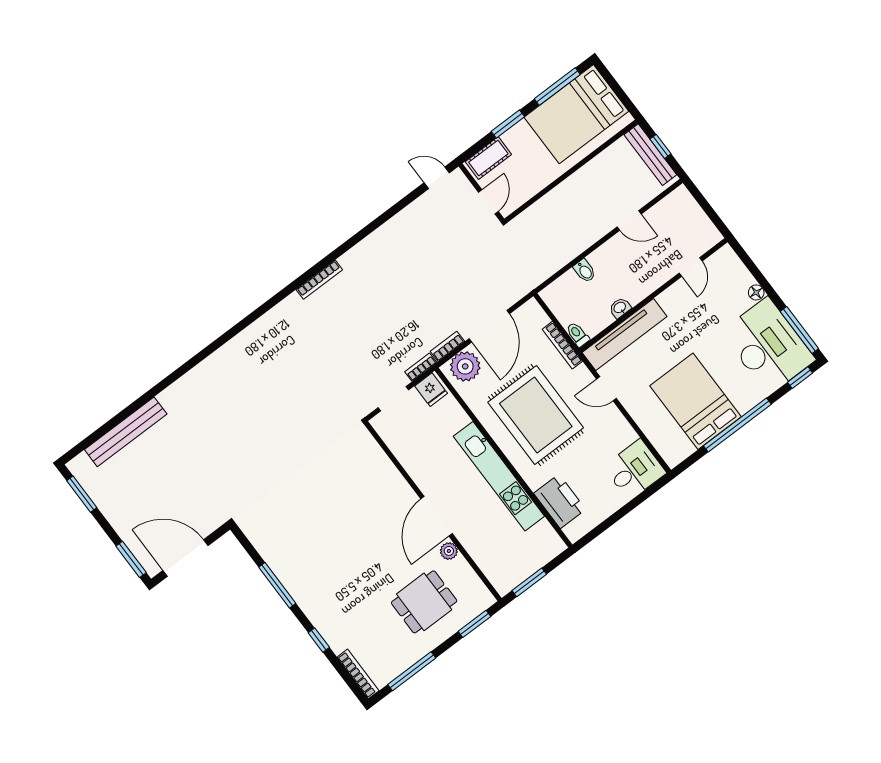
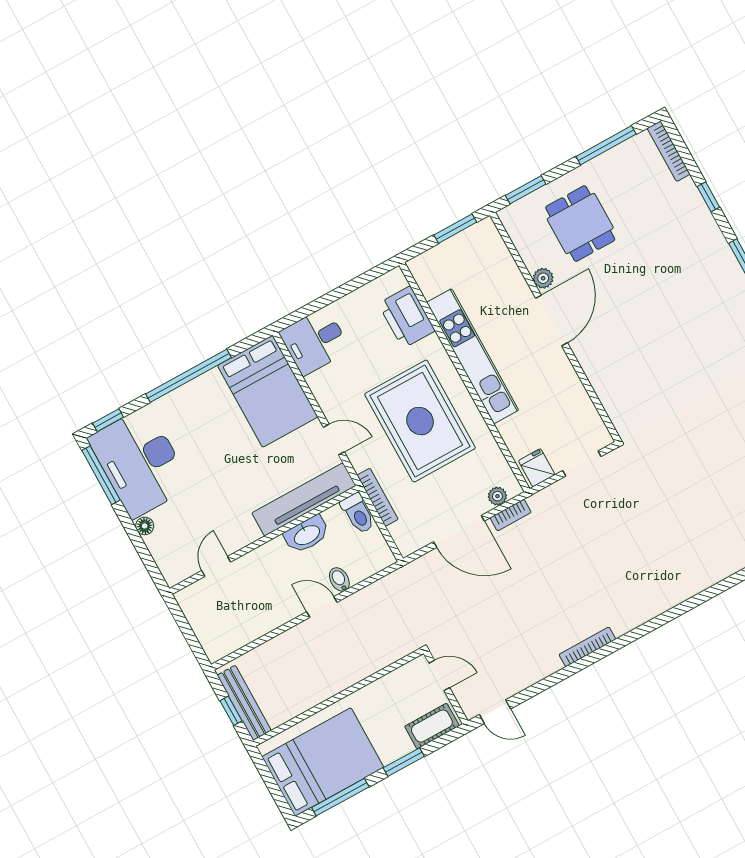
door: (488, 202) -> (439, 675), swing flipped
door: (629, 220) -> (322, 607), moved
bookcase: (319, 280) -> (587, 647), moved
washbasin: (620, 308) -> (307, 534), width x1.91, depth x1.45
door: (489, 326) -> (459, 531), swing flipped
toilet: (578, 334) -> (358, 513), width x1.37, depth x1.39
plant: (465, 366) -> (497, 496), width x0.53, depth x0.53
bookcase: (421, 367) -> (545, 495), removed
bed: (695, 401) -> (268, 391), moved
dining table: (424, 602) -> (580, 223), turned 90

